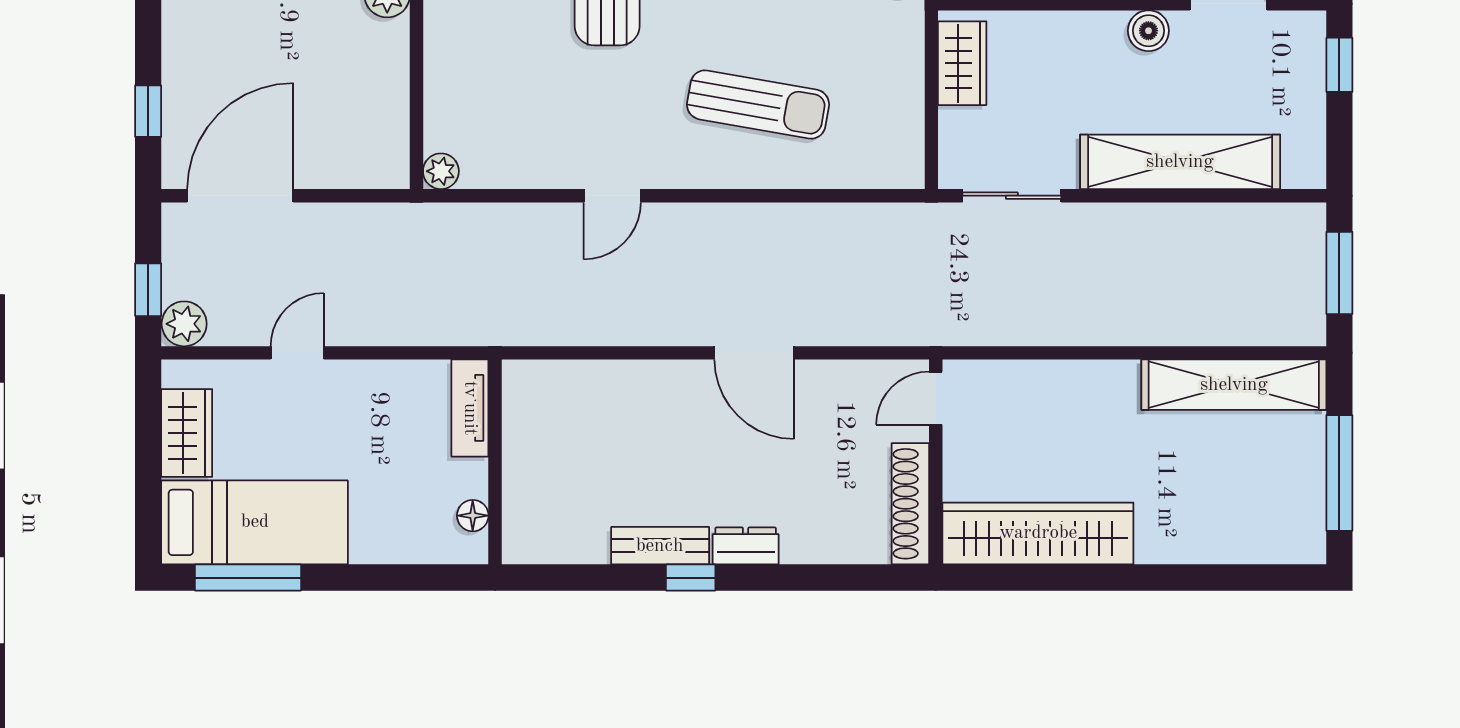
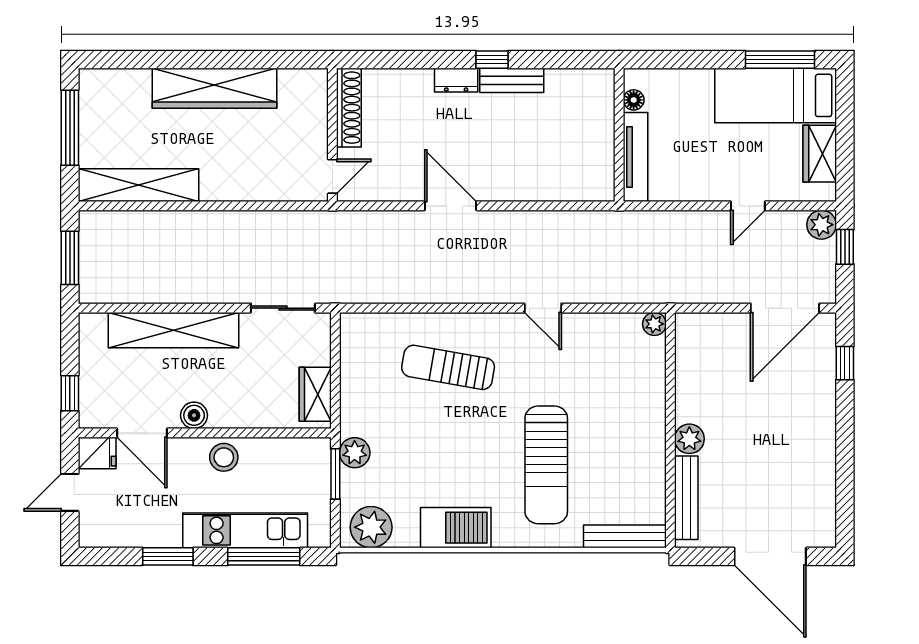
door: (612, 196) -> (543, 308), swing flipped
tv unit: (470, 408) -> (636, 157), width x1.41
wardrobe: (1038, 533) -> (215, 88), moved

